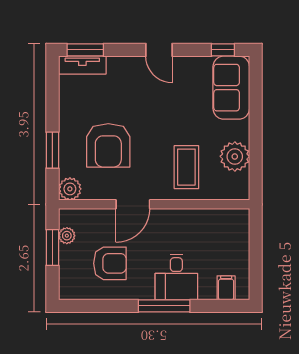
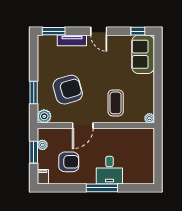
tv unit: (82, 65) -> (72, 40), moved
armchair: (108, 145) -> (68, 90), turned -106
plant: (235, 156) -> (149, 118), moved, width x0.53, depth x0.53
filing cabinet: (226, 288) -> (43, 177), moved

